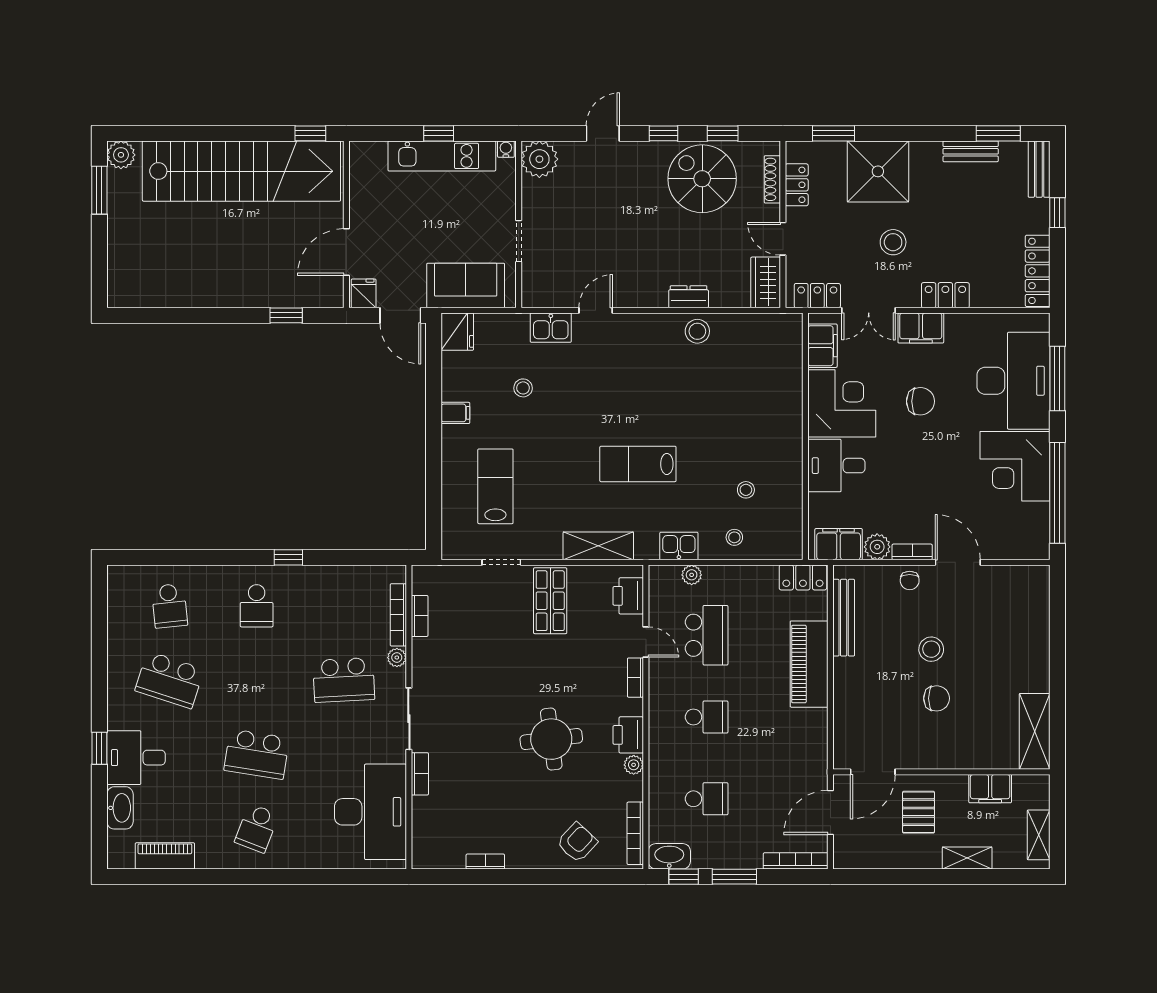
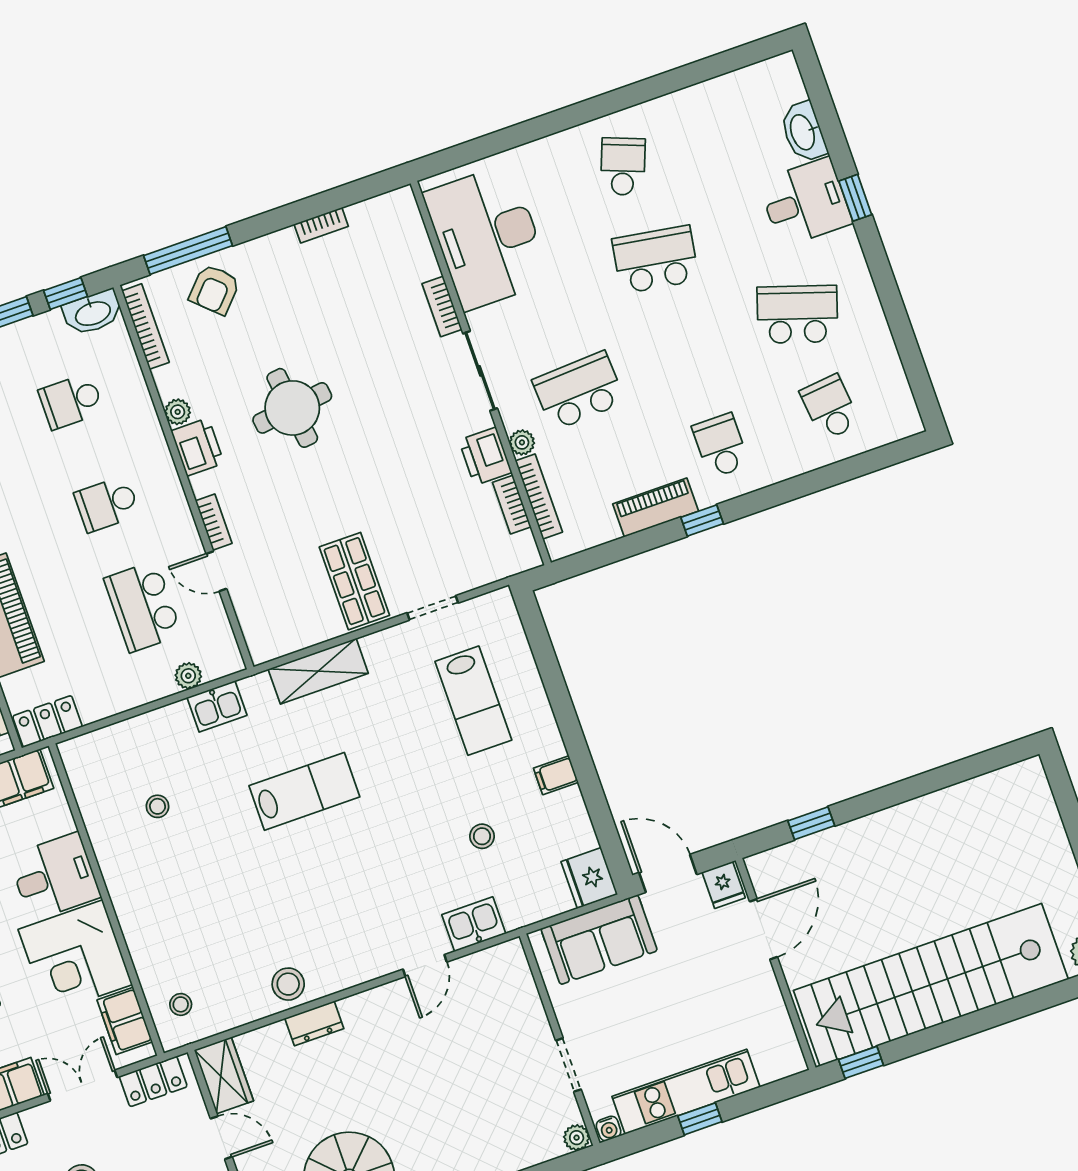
plant: (539, 159) -> (577, 1138), width x0.53, depth x0.53
doorway: (519, 241) -> (568, 1065), moved
stool: (734, 537) -> (181, 1004), moved
printer: (628, 596) -> (485, 456), moved, turned 180
piano: (165, 856) -> (656, 508), moved, turned 180
window: (586, 877) -> (188, 251), added

